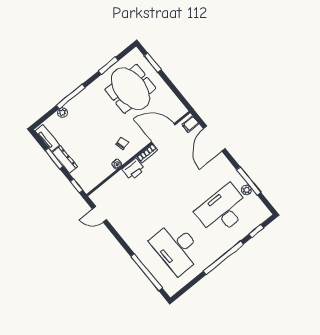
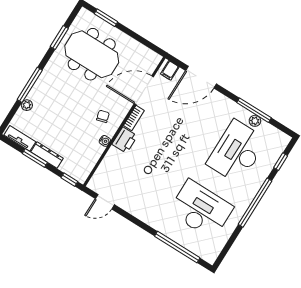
door: (214, 139) -> (201, 77), hinge flipped
desk: (177, 248) -> (201, 209), turned 180

